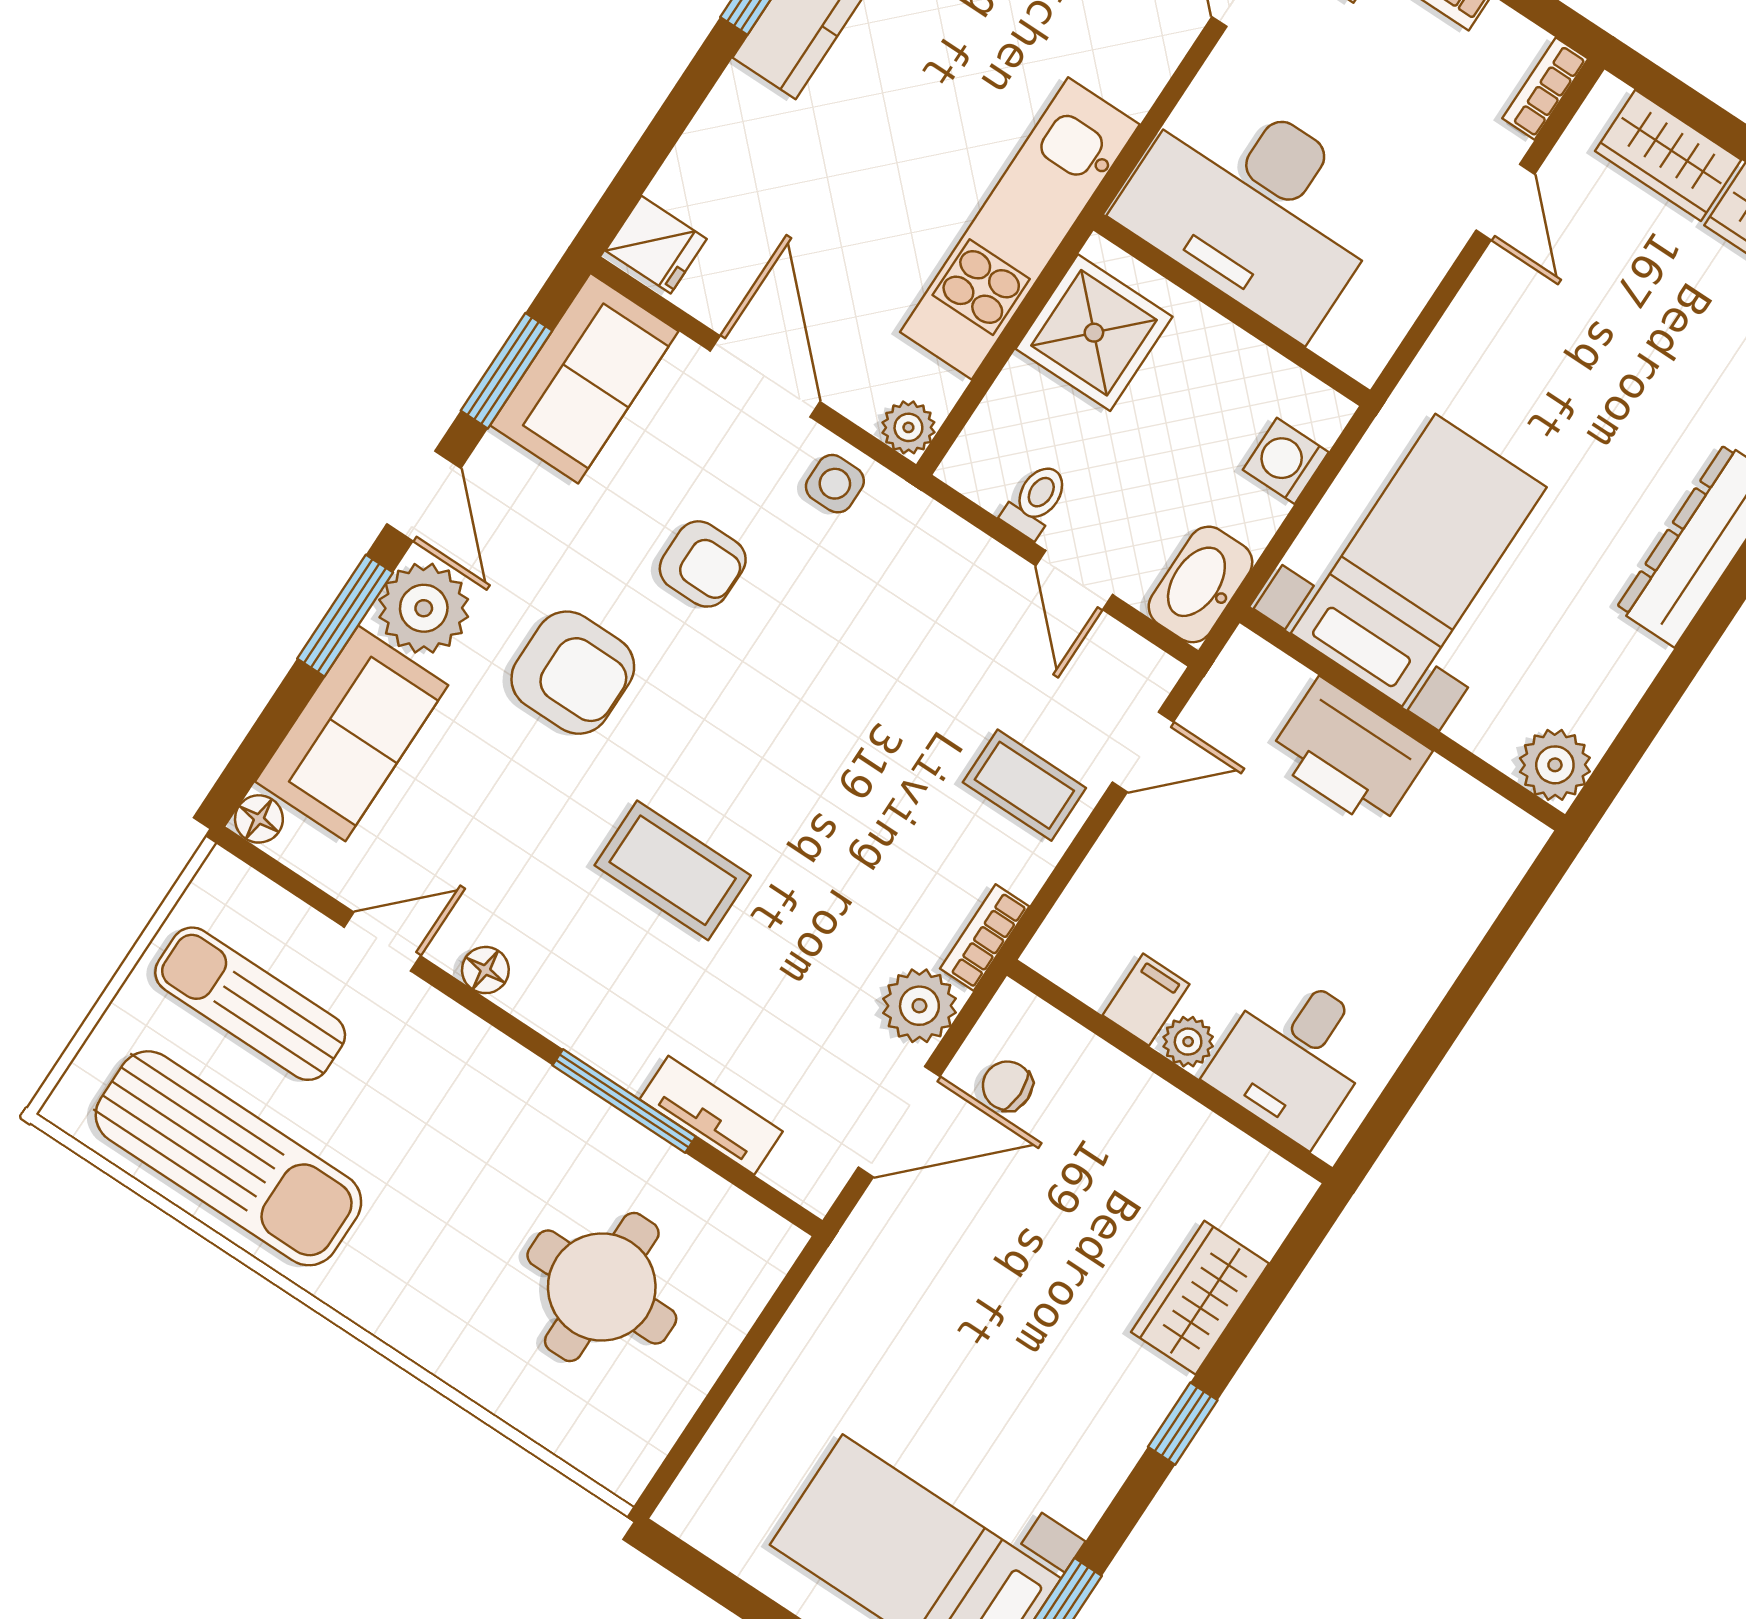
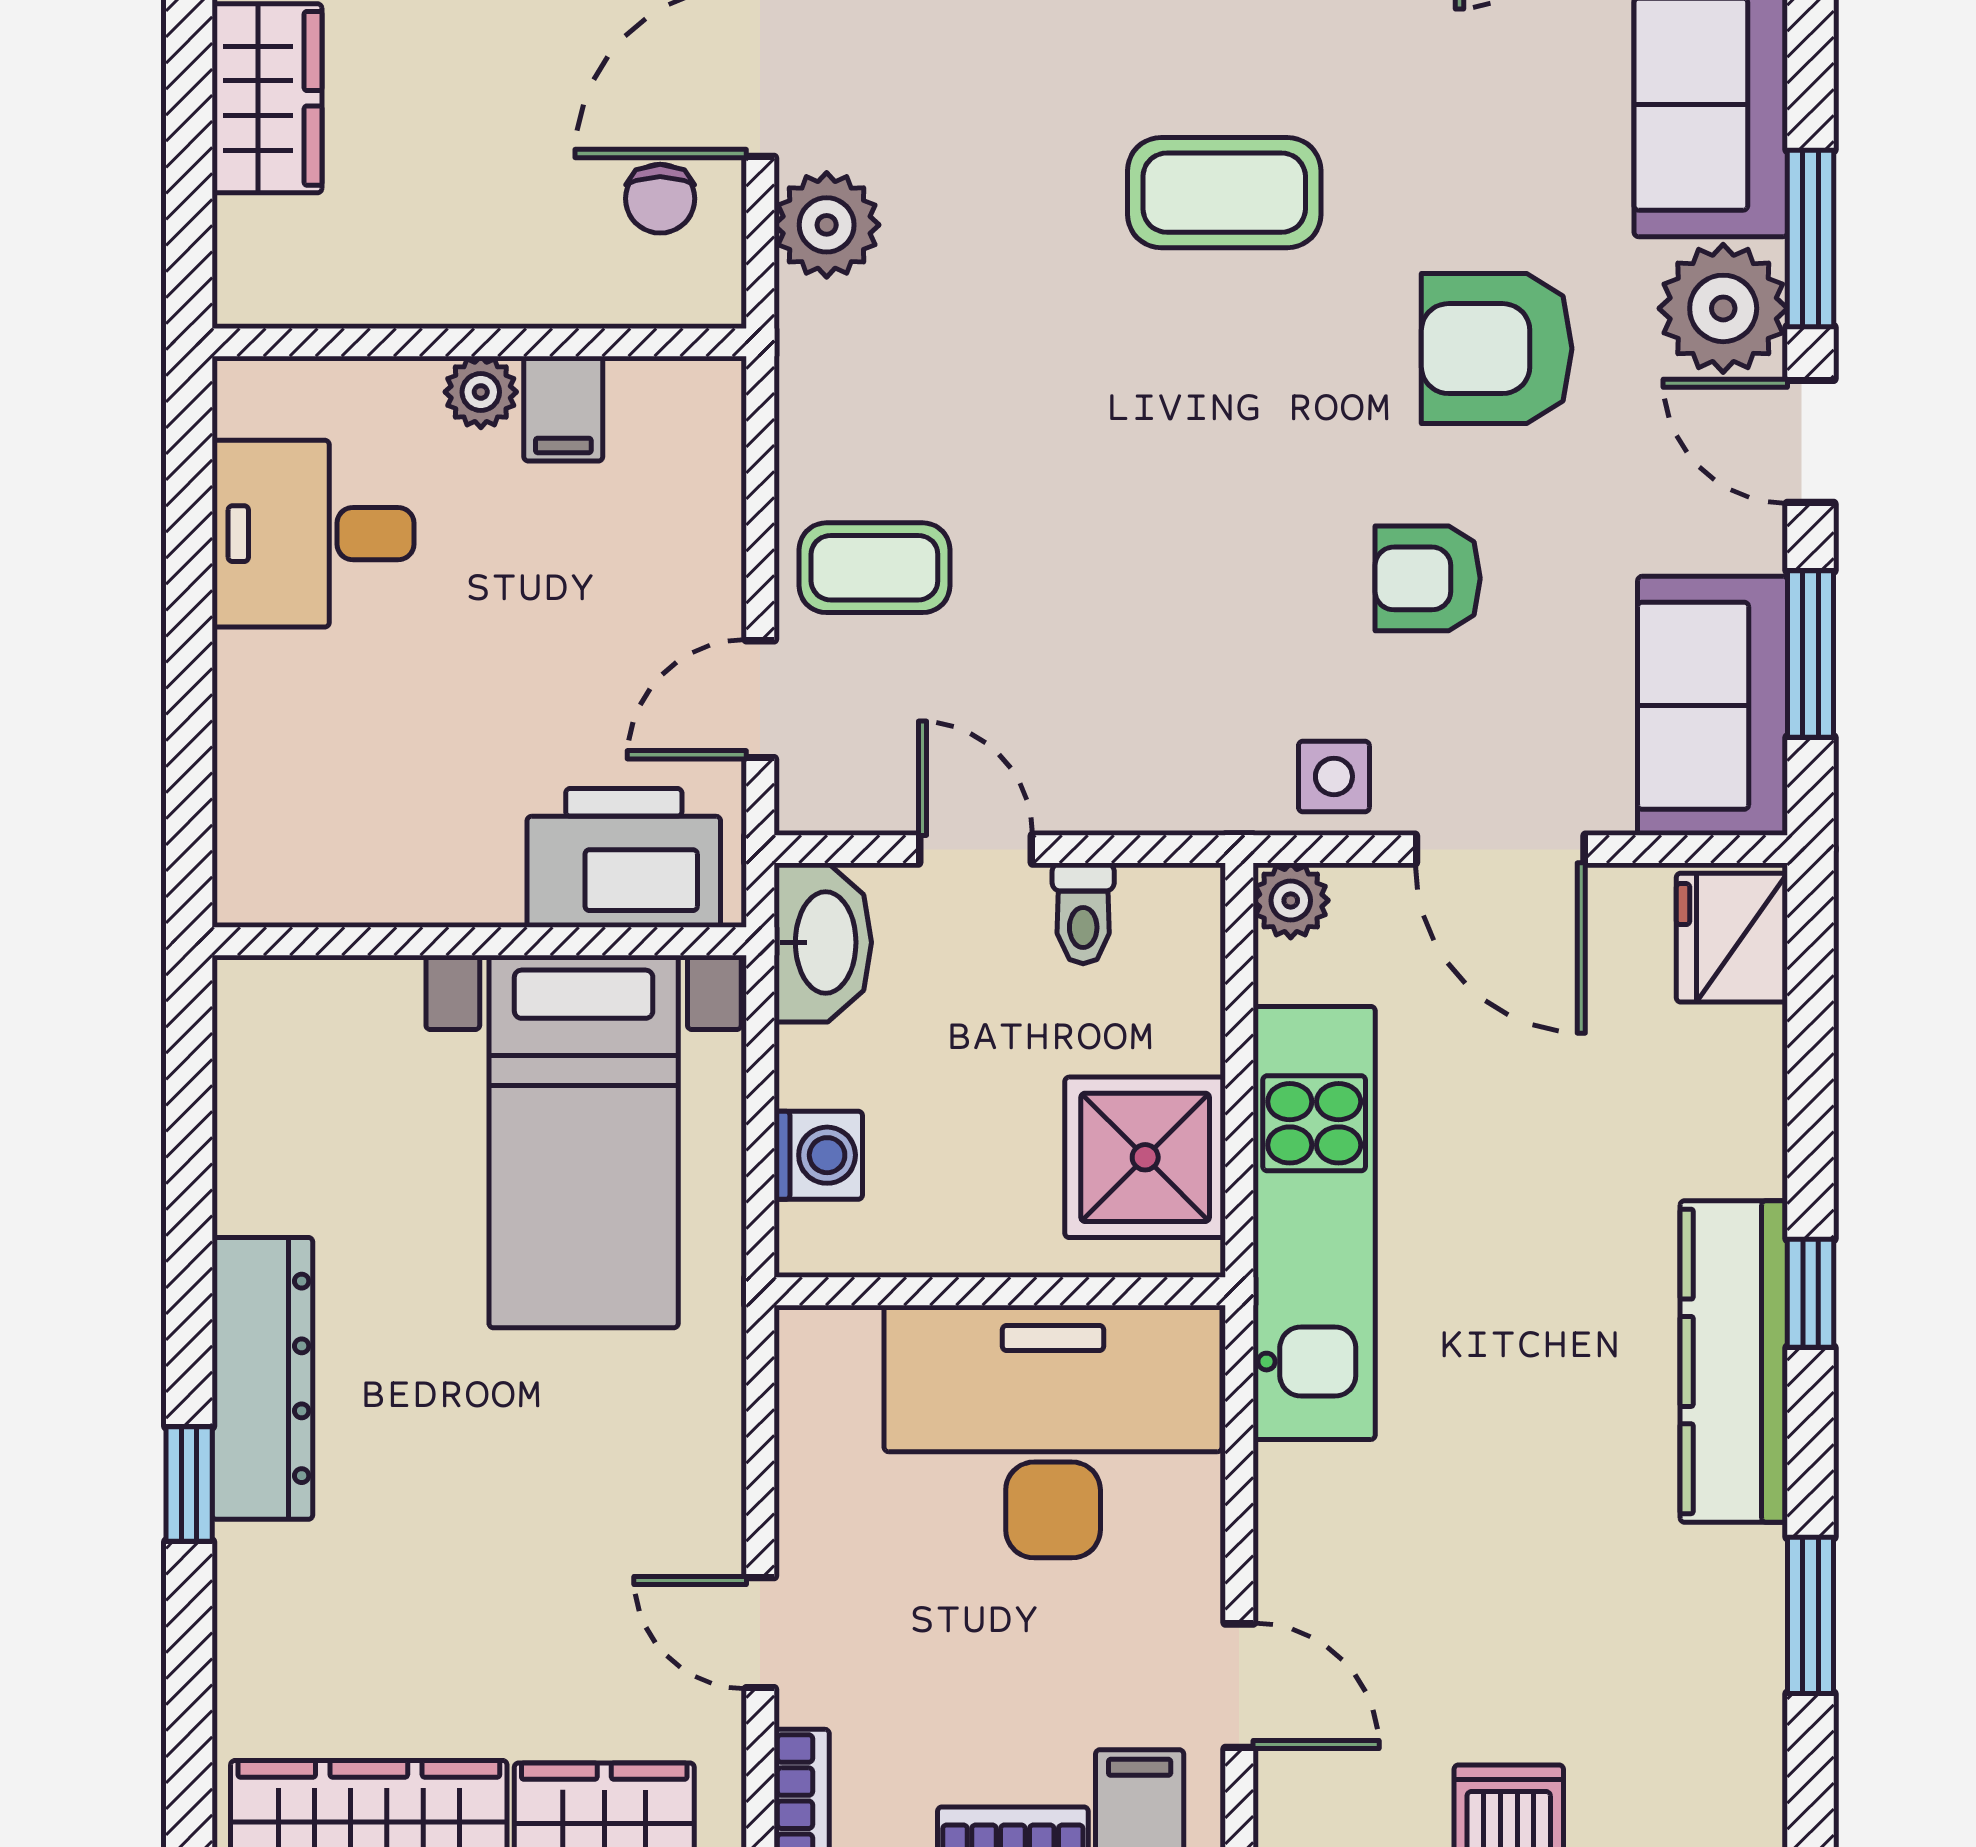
fridge: (656, 245) -> (1732, 938), width x1.38
printer: (1349, 754) -> (624, 858), moved
plant: (1555, 765) -> (263, 1006), removed
bookcase: (985, 938) -> (803, 356), removed
desk: (1294, 1056) -> (313, 534), moved, turned -90
chair: (1007, 1086) -> (660, 199), turned 90

